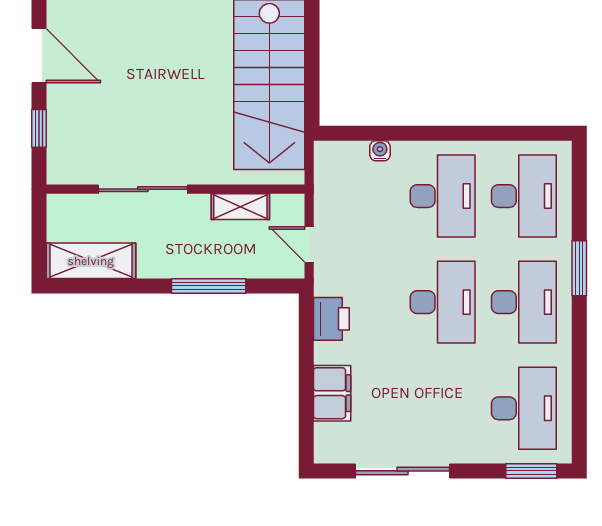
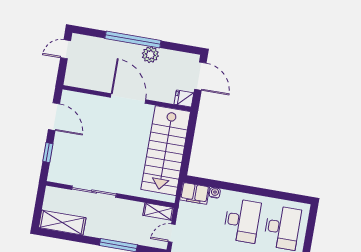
filing cabinet: (341, 159) -> (195, 193), added
shelving: (240, 207) -> (158, 212), moved
door: (309, 244) -> (172, 233), hinge flipped

